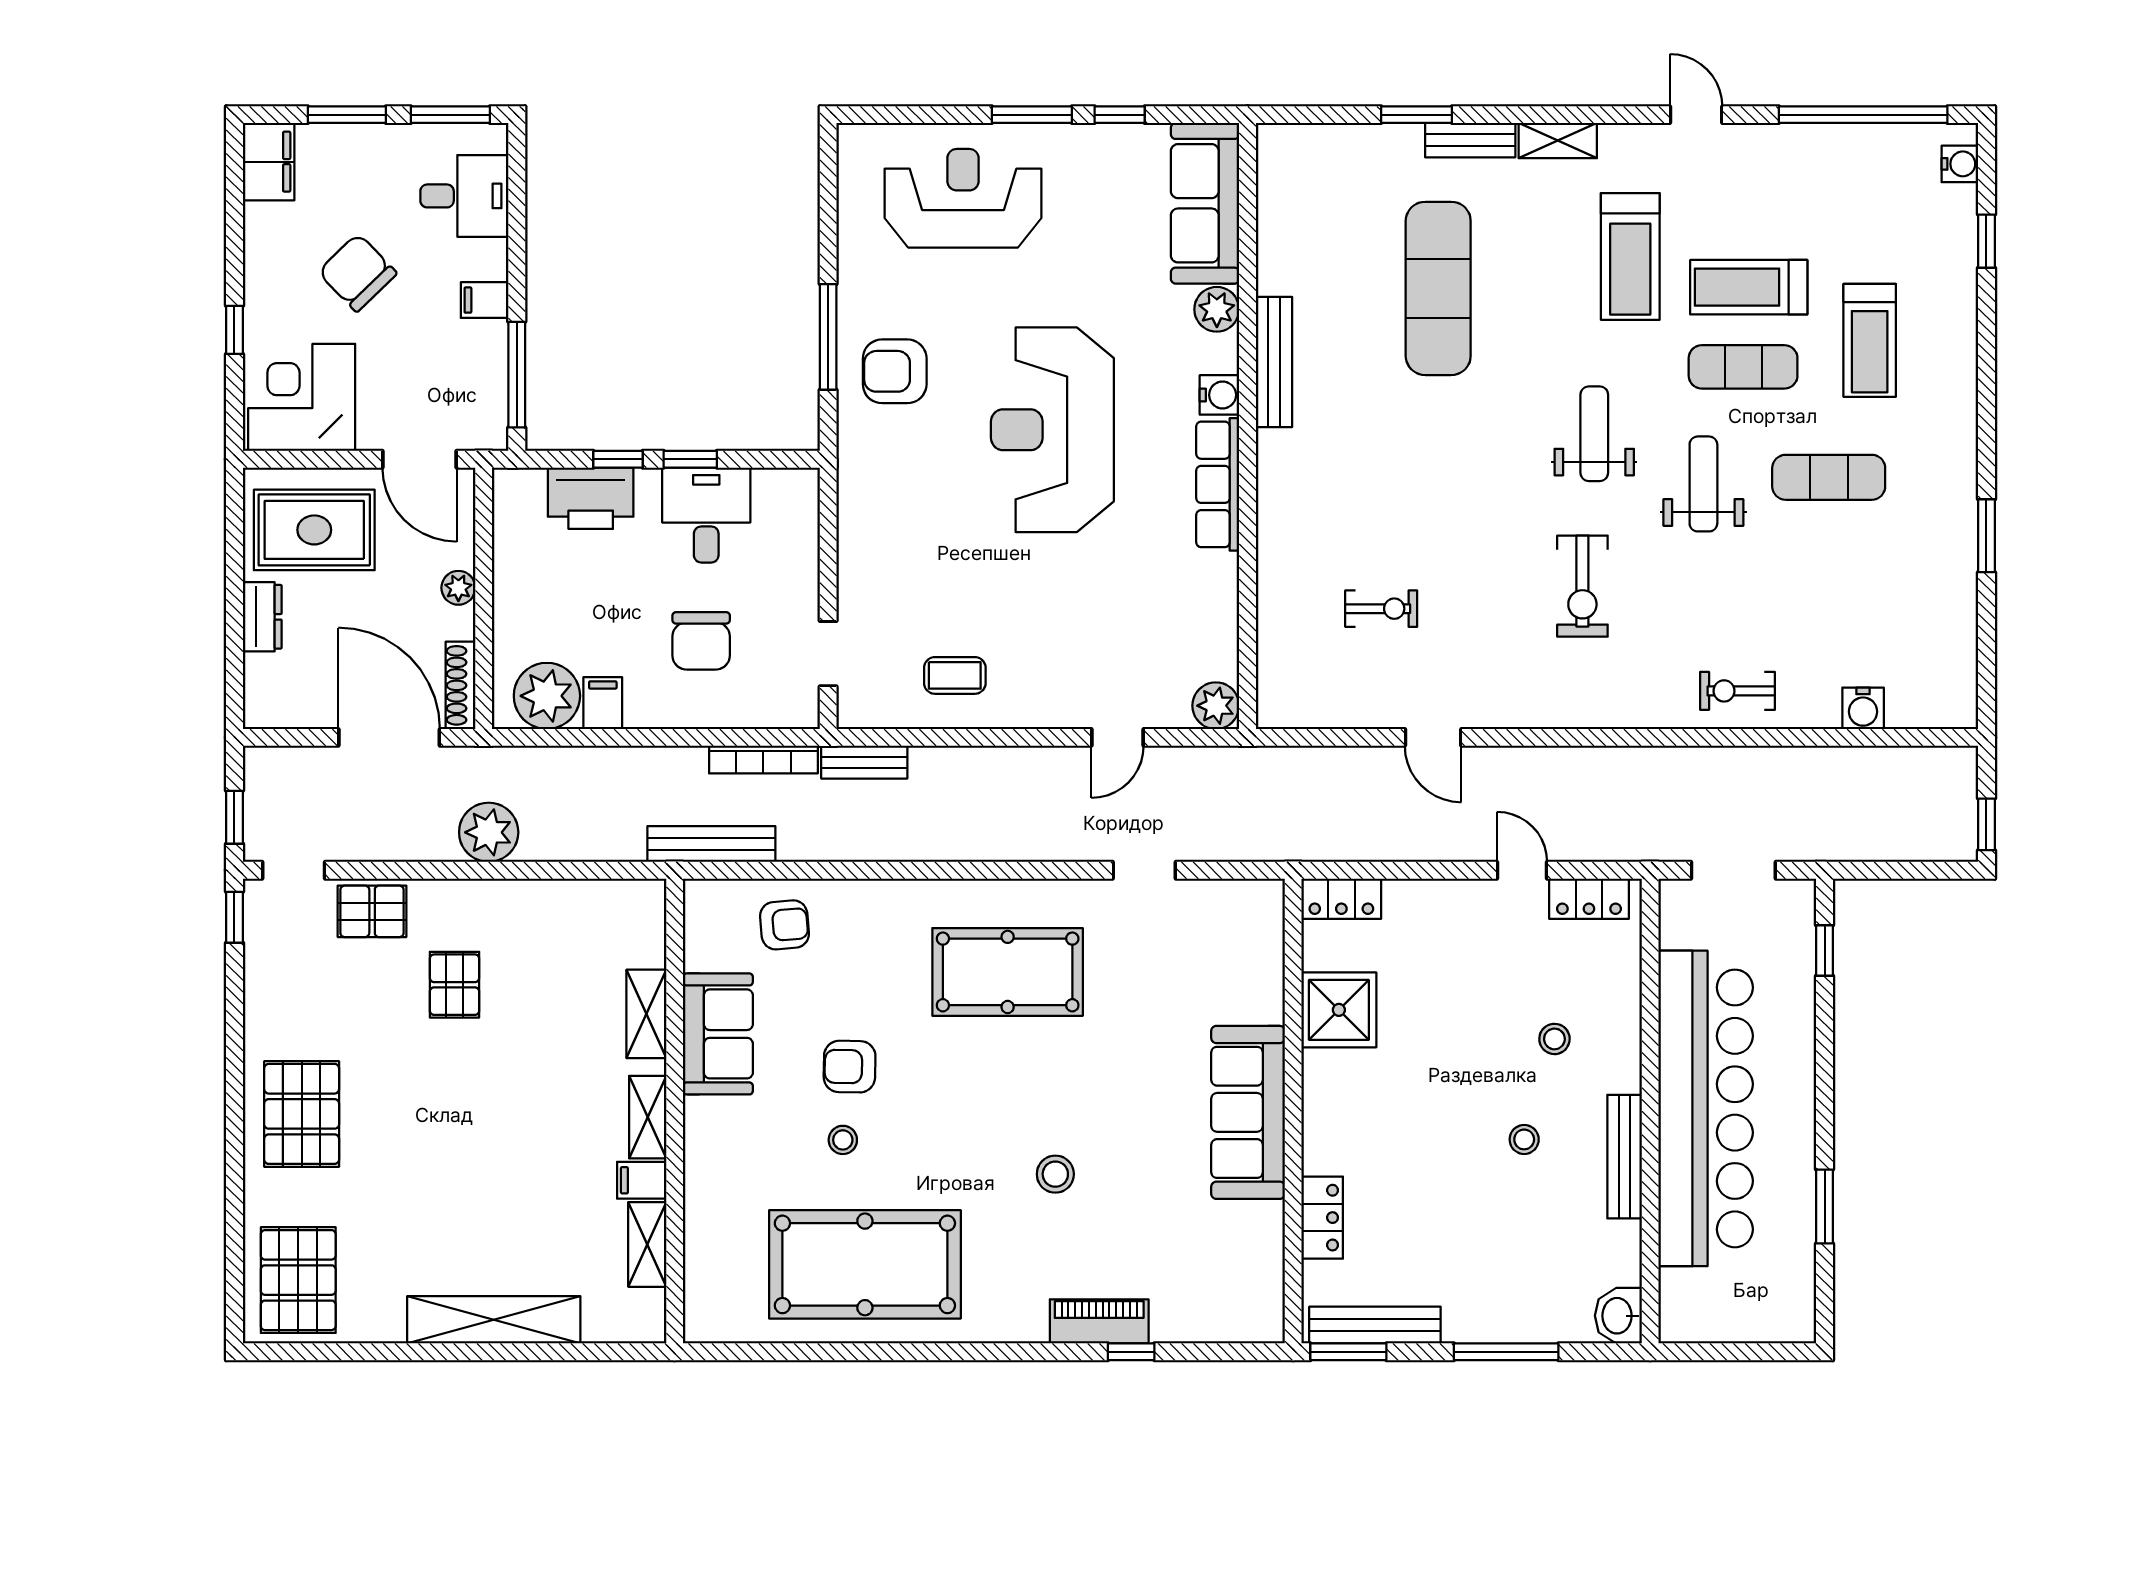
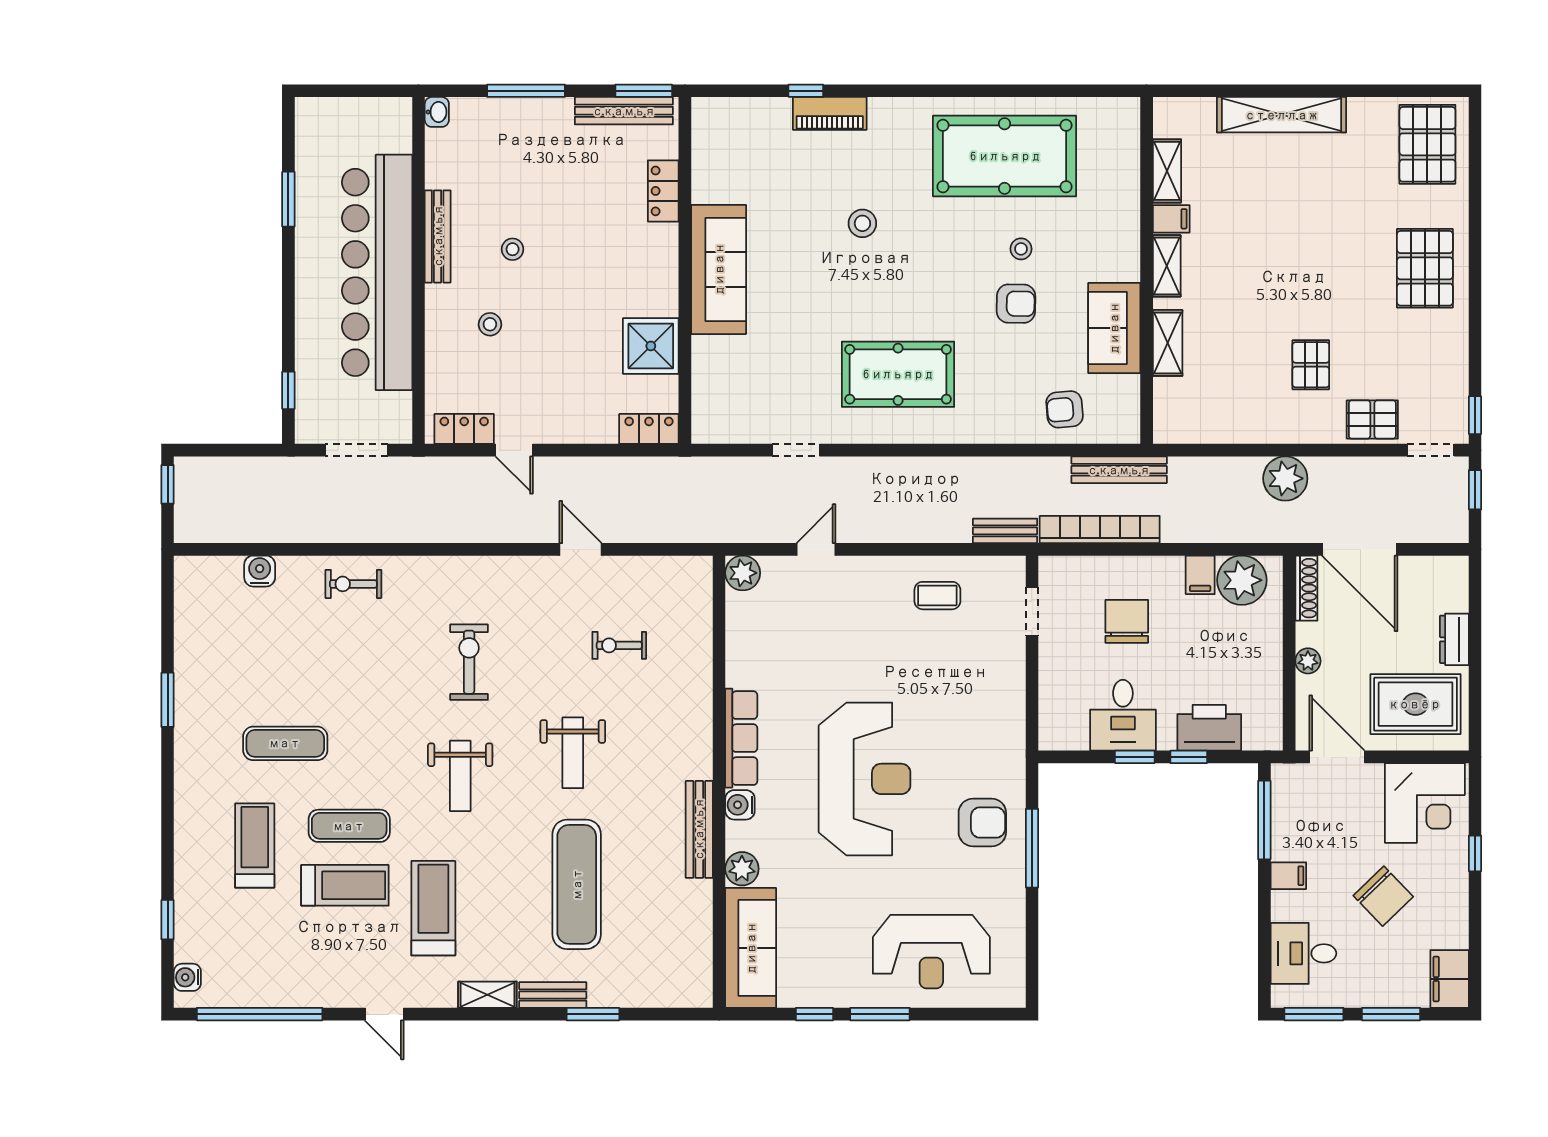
weight bench: (1703, 484) -> (573, 753), moved
exercise bike: (1737, 691) -> (353, 584), turned 180
bookcase: (763, 760) -> (1100, 530), width x1.48, depth x1.31
washbasin: (1618, 1316) -> (437, 112), width x0.72, depth x0.69

